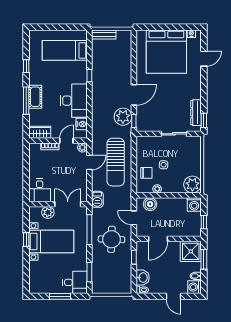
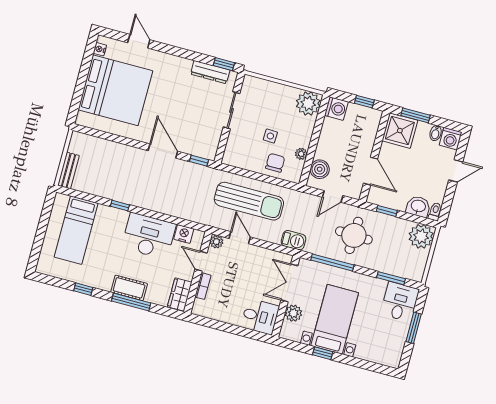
plant: (123, 117) -> (421, 236), moved

